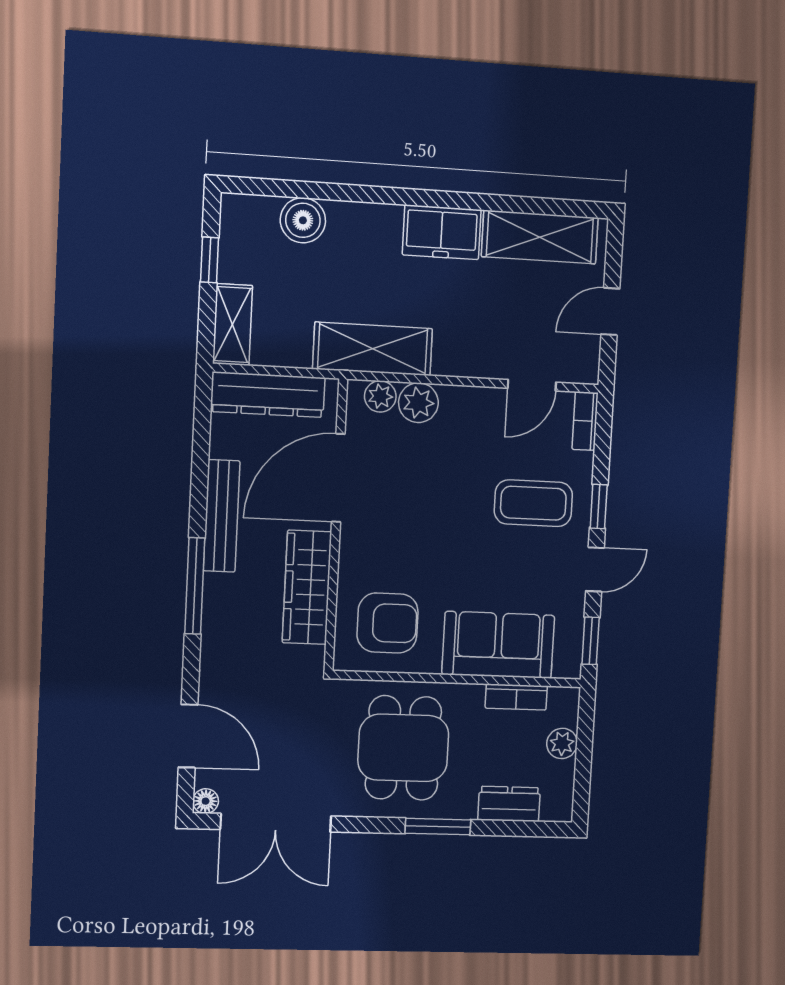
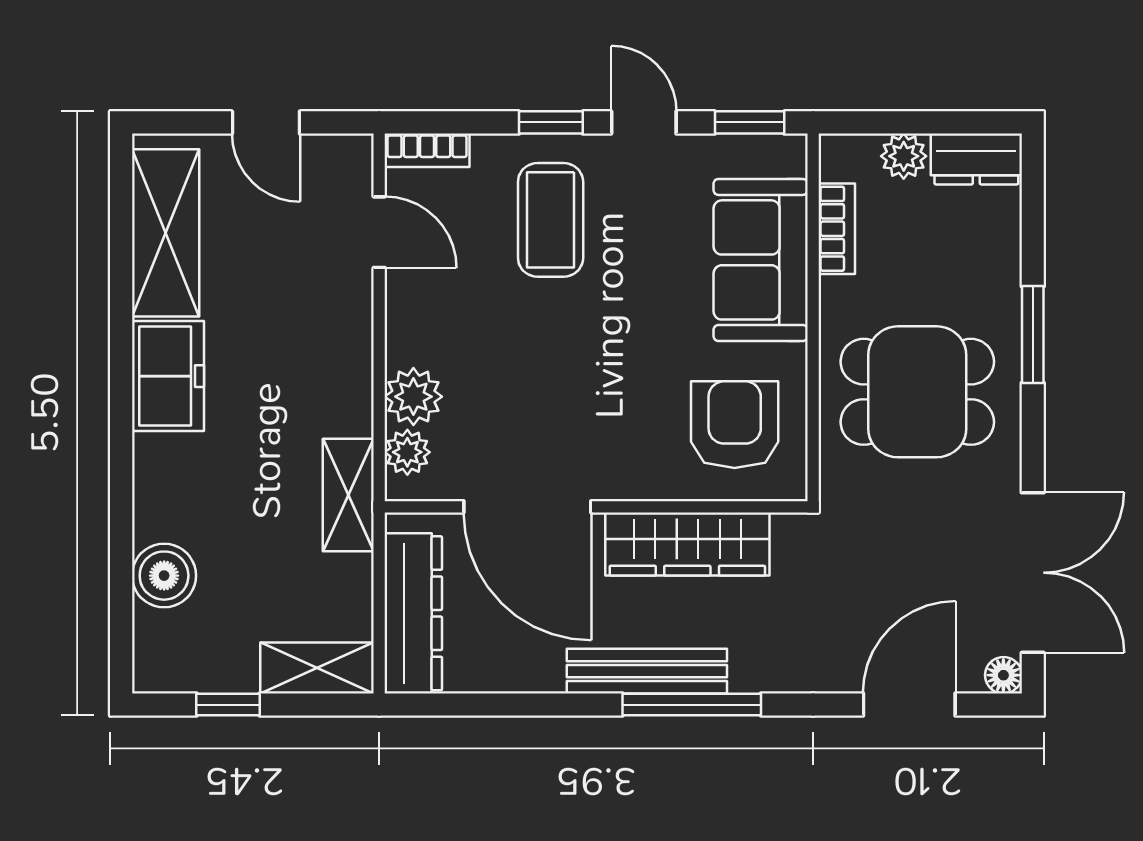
shelving: (373, 349) -> (348, 495), width x0.67, depth x0.75
bench: (222, 516) -> (647, 671), moved
dresser: (509, 804) -> (976, 159), moved, turned -90

